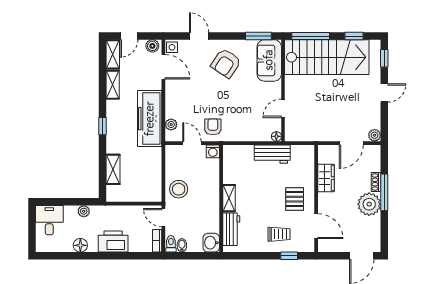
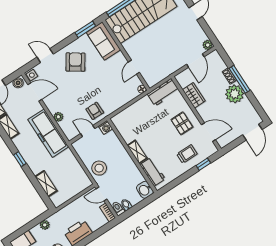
armchair: (226, 63) -> (75, 62), turned 180
plant: (171, 124) -> (58, 117), moved
workbench: (272, 154) -> (163, 92), moved

